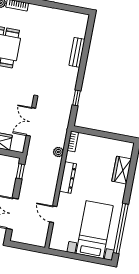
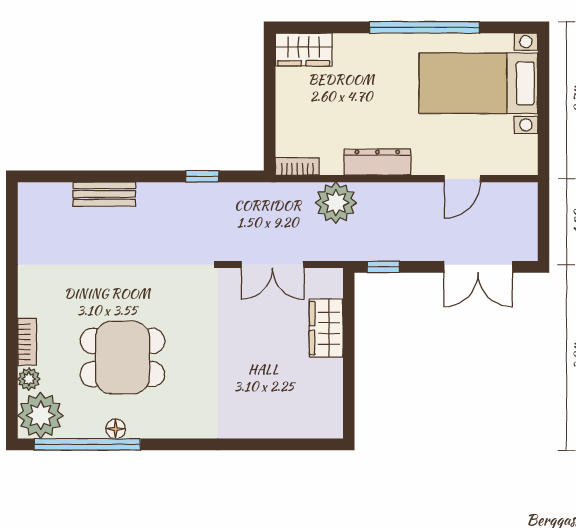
plant: (58, 152) -> (336, 203), width x1.87, depth x1.87
wardrobe: (122, 170) -> (304, 50), moved
window: (121, 229) -> (424, 27), moved

